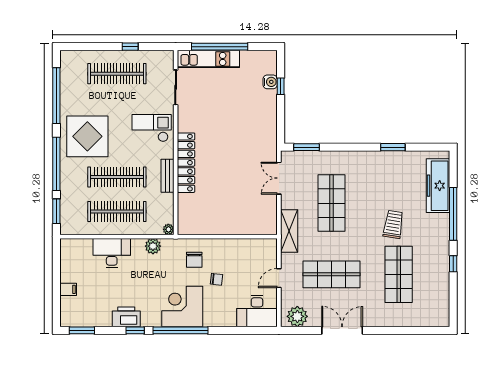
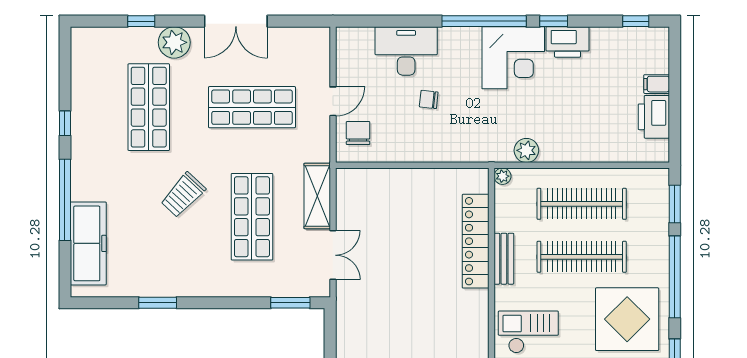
checkout: (152, 128) -> (528, 332), turned 180
locker: (186, 163) -> (476, 241), moved
trolley: (393, 224) -> (183, 195), moved, turned 34
shelving: (289, 231) -> (317, 196), moved
desk: (112, 253) -> (590, 140), removed
chair: (194, 260) -> (358, 133), moved
printer: (70, 268) -> (654, 117), added
corner desk: (182, 306) -> (513, 58), moved
desk: (257, 311) -> (406, 51), moved
plant: (297, 316) -> (174, 42), moved
window: (82, 330) -> (636, 21), width x0.67
window: (404, 330) -> (141, 21), added

